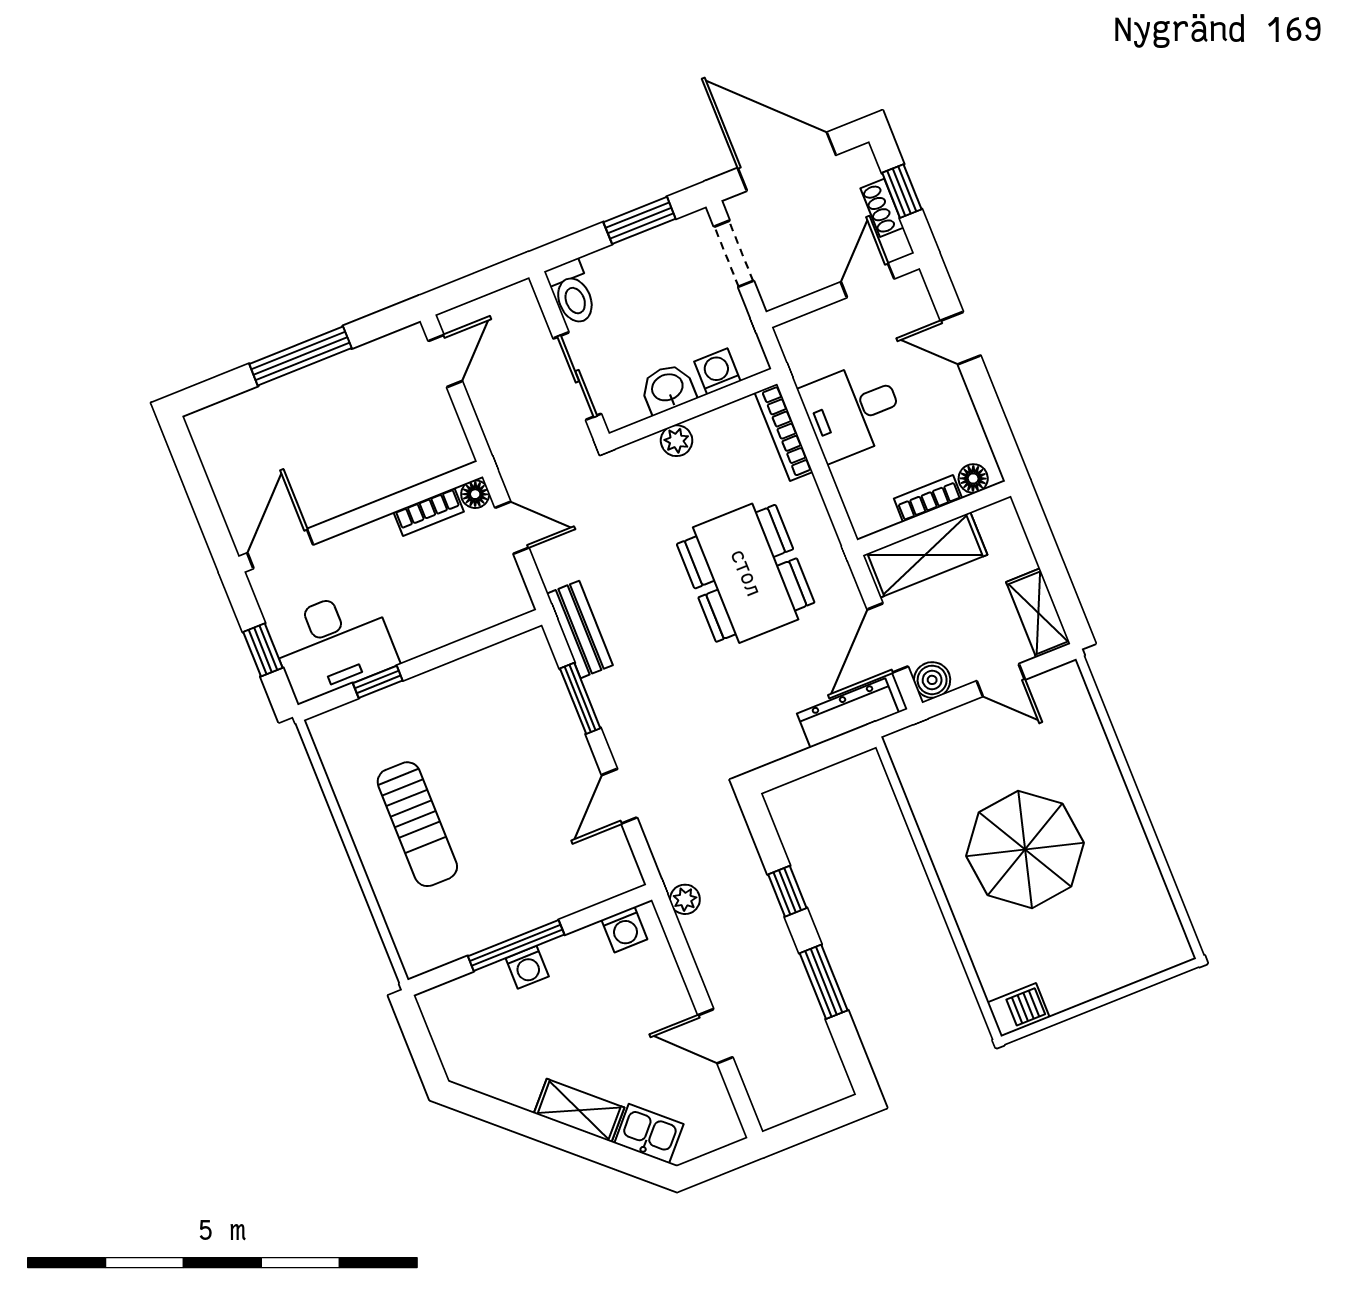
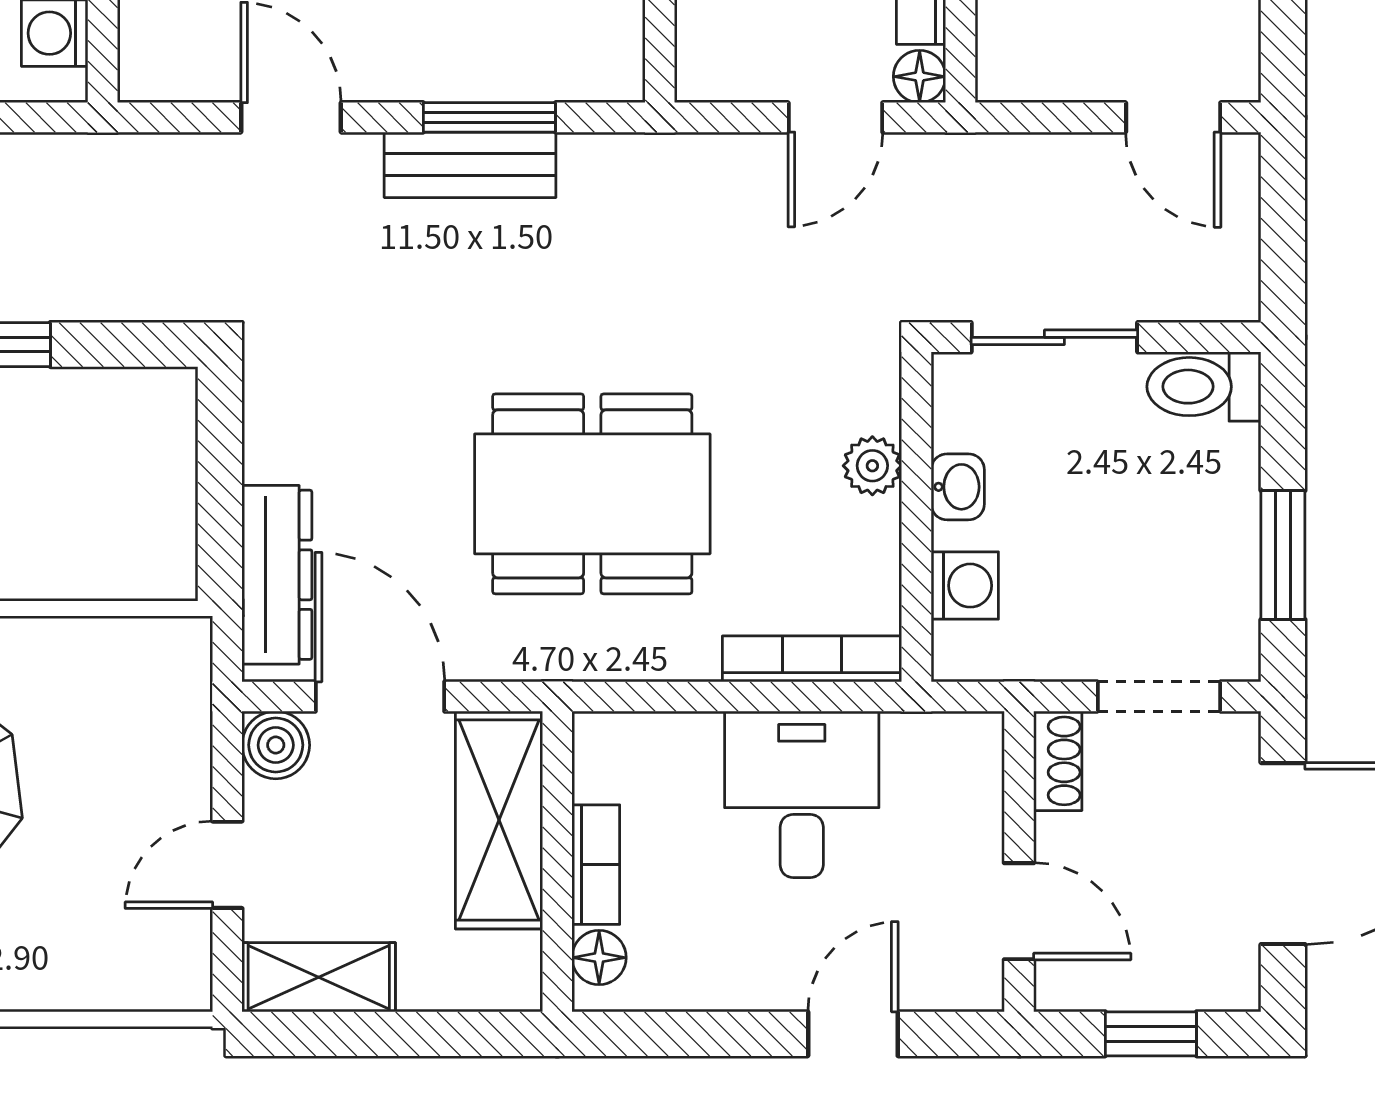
shoe rack: (882, 208) -> (1058, 761), moved, turned 90
washbasin: (668, 388) -> (958, 487), width x0.72, depth x0.69
bench: (580, 629) -> (470, 165), moved
plant: (685, 899) -> (65, 160), removed

